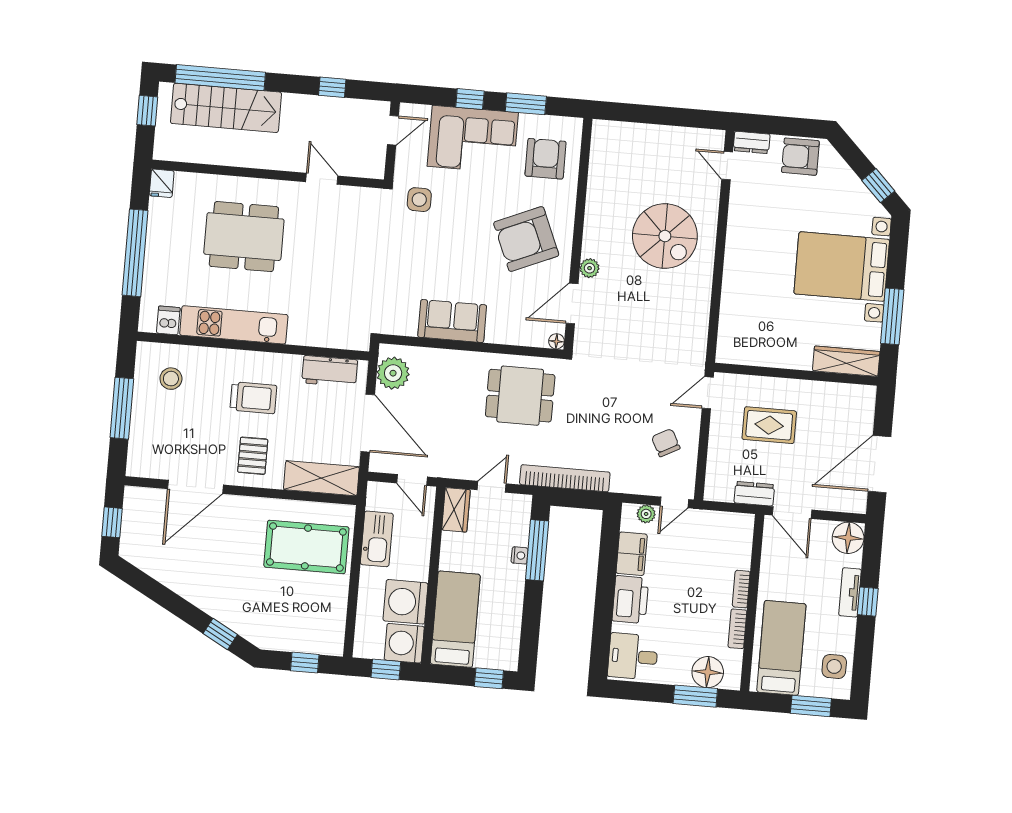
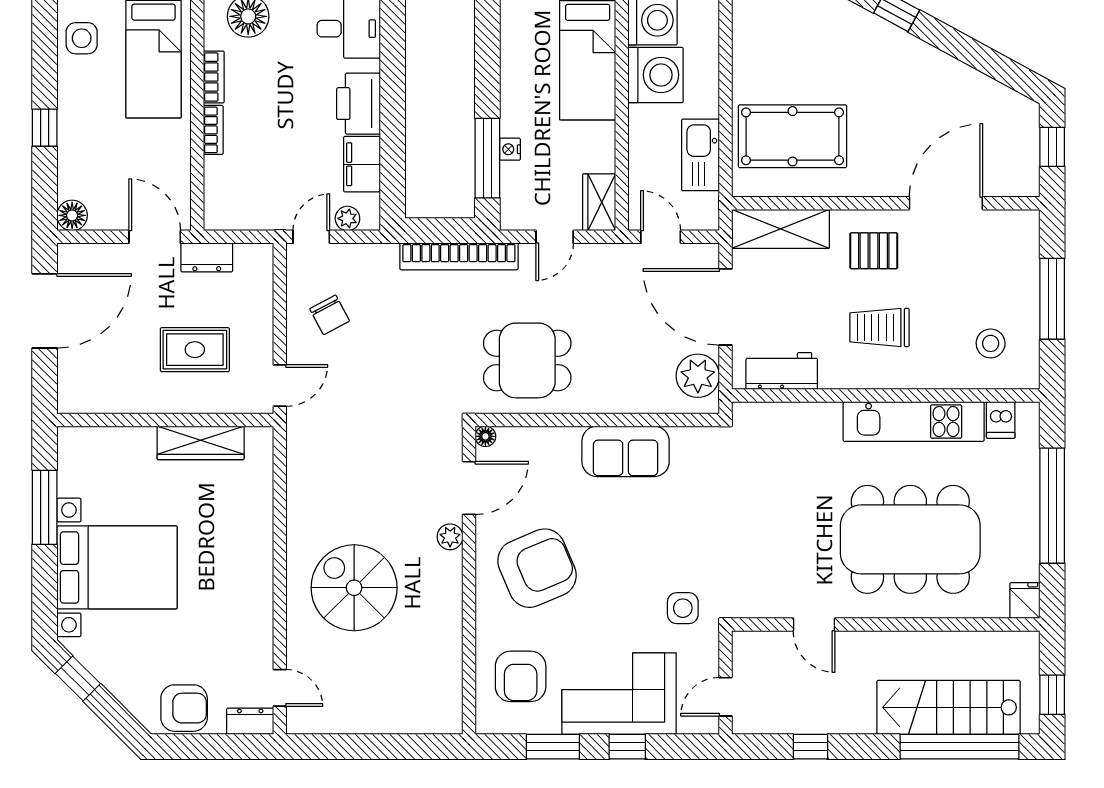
dining table: (244, 237) -> (910, 539), width x1.36, depth x1.24
wardrobe: (846, 361) -> (201, 443), moved
pallet: (253, 456) -> (874, 251), turned 90
floor lamp: (848, 538) -> (72, 215), width x0.73, depth x0.73
tv unit: (850, 592) -> (69, 138), removed

